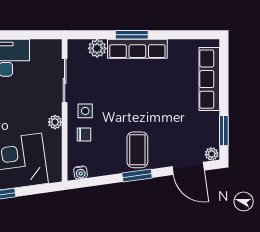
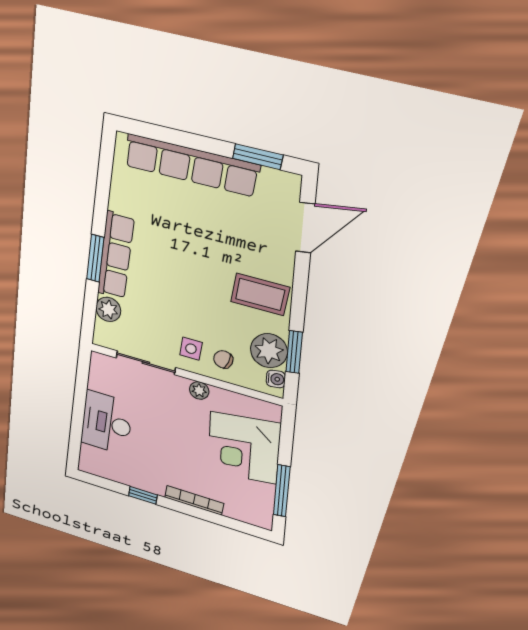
row of seats: (209, 79) -> (191, 165), width x1.36
chair: (84, 134) -> (223, 359), turned -77
plant: (212, 154) -> (269, 351), moved, width x1.88, depth x1.88
window: (137, 176) -> (294, 352), moved

